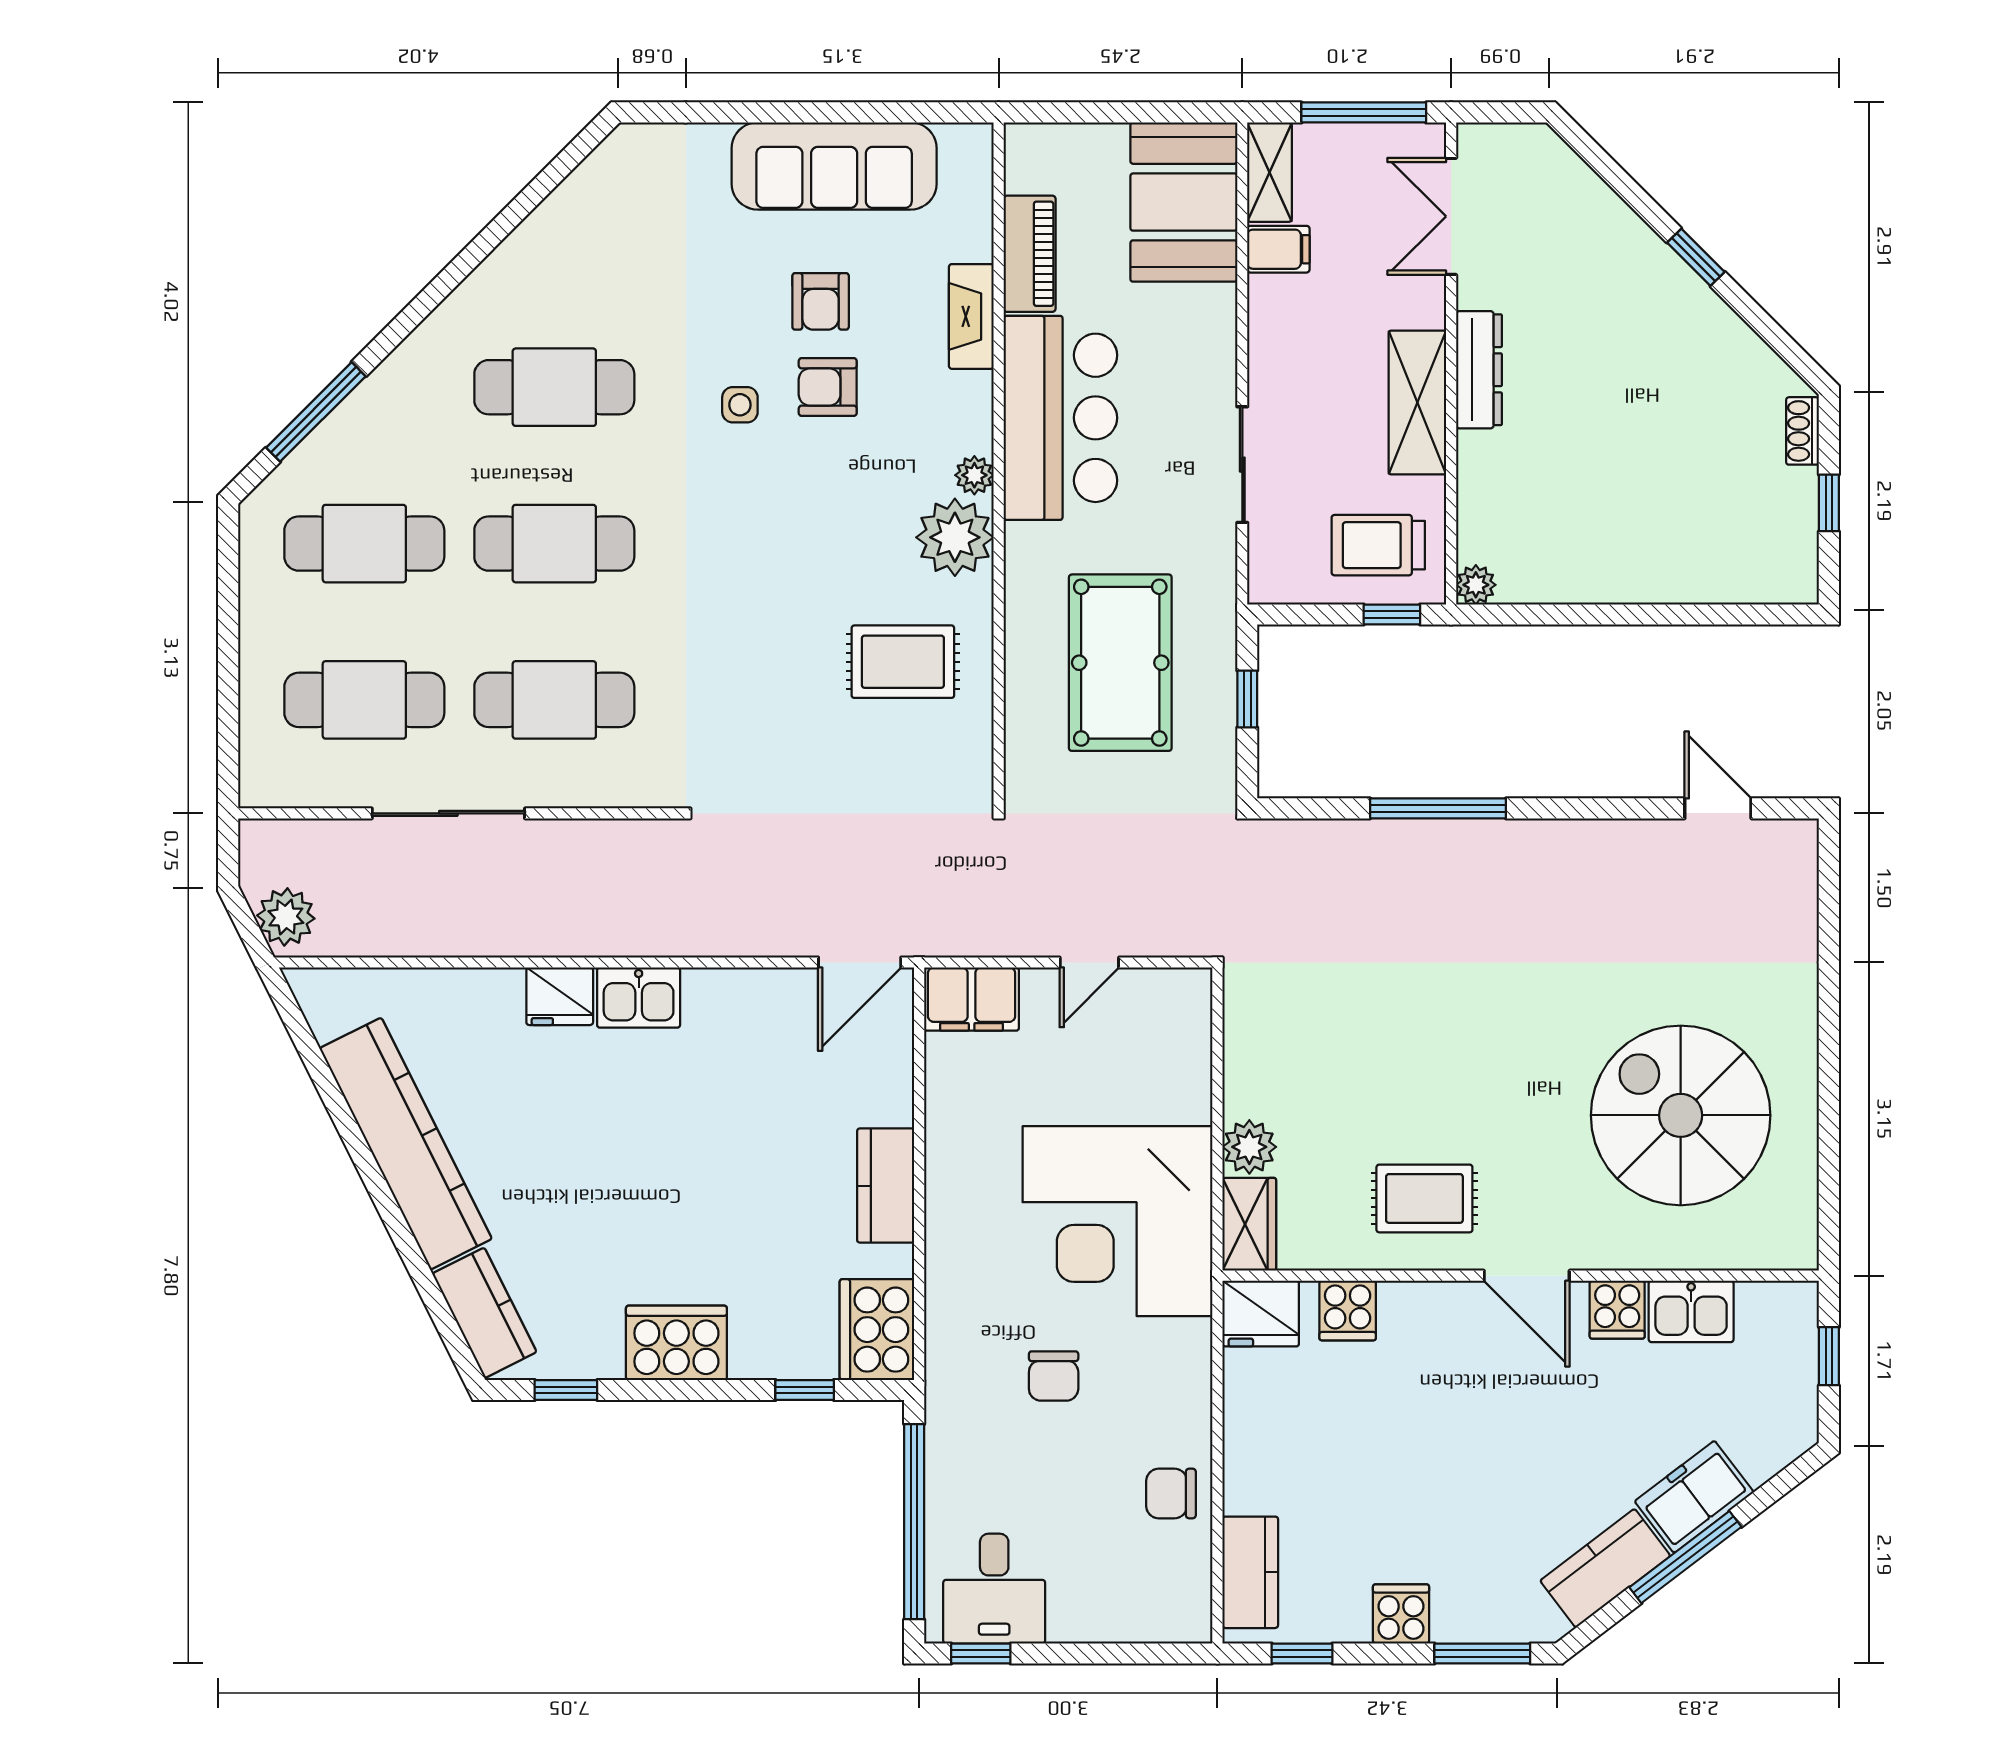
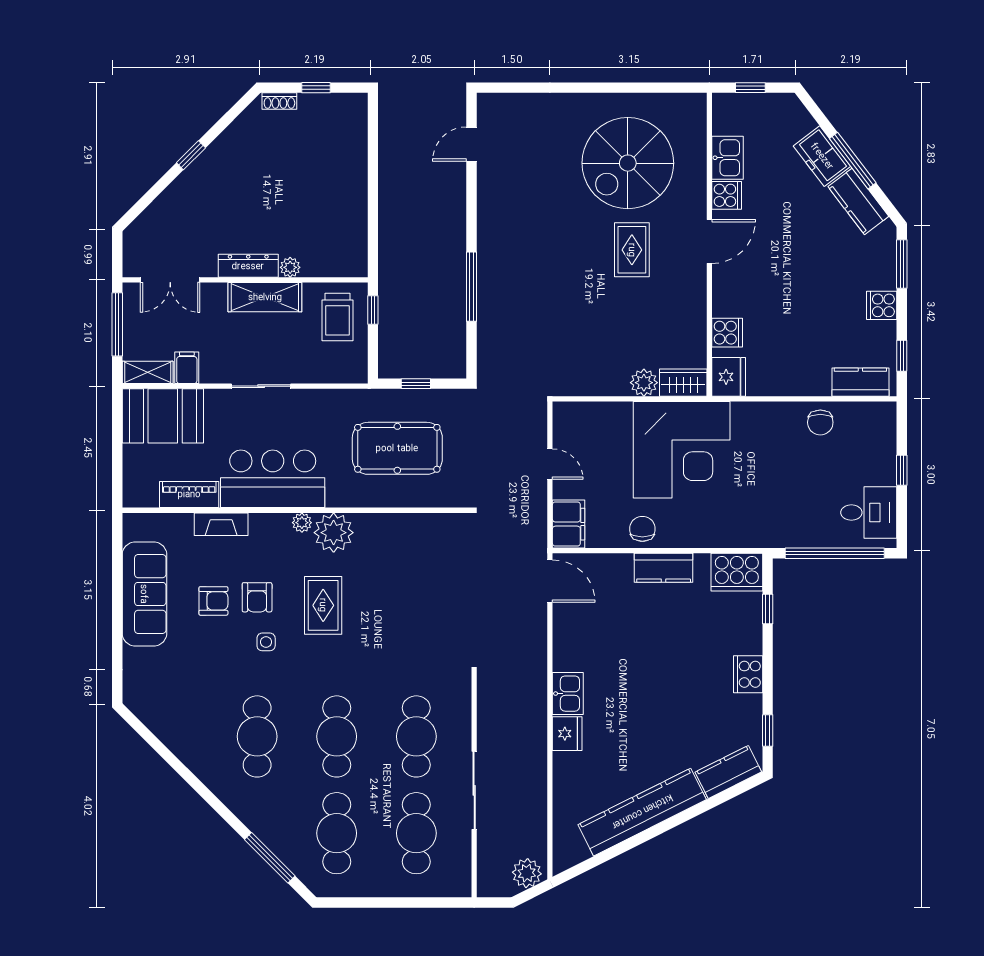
sliding door: (1242, 465) -> (261, 386), moved
plant: (1476, 585) -> (290, 267), moved
rug: (903, 662) -> (323, 605), moved
rug: (1424, 1198) -> (632, 250), moved
cooker: (676, 1343) -> (748, 674), width x0.73, depth x0.76
chair: (1054, 1376) -> (642, 529), moved, turned -90
window: (981, 1653) -> (902, 470), moved

